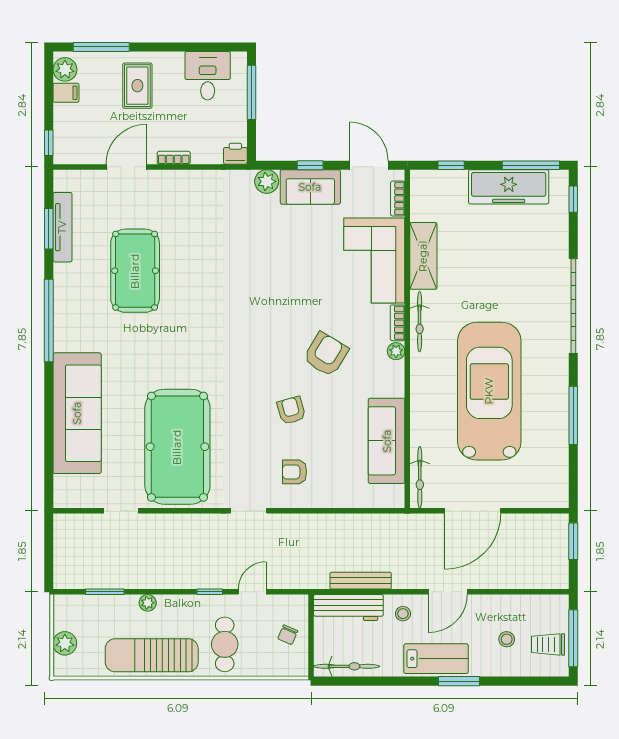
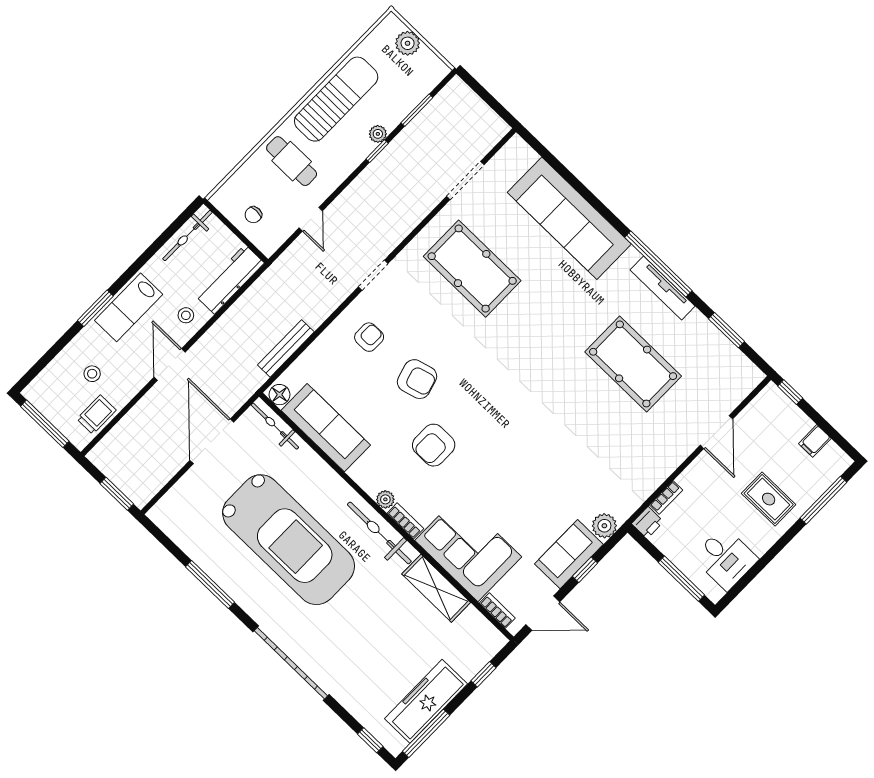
plant: (65, 69) -> (833, 457), removed
bookcase: (174, 158) -> (666, 497), moved
tv unit: (62, 227) -> (663, 288), moved
bicycle: (420, 322) -> (379, 533), width x1.37, depth x1.40
armchair: (326, 354) -> (434, 445), turned 59
armchair: (291, 410) -> (417, 379), width x1.38, depth x1.38
pool table: (177, 447) -> (472, 269), width x0.73, depth x0.76
floor lamp: (395, 495) -> (279, 395), added
doorway: (121, 511) -> (465, 181), width x1.38
bench: (361, 581) -> (286, 348), moved
window: (210, 592) -> (377, 151), moved
chair: (288, 635) -> (253, 215), turned -113
trolley: (548, 644) -> (96, 415), moved

